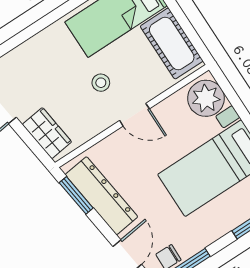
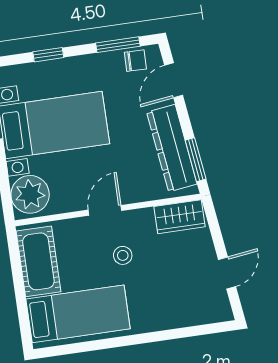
door: (134, 115) -> (105, 210), hinge flipped
wardrobe: (47, 133) -> (179, 217), moved, turned -83

